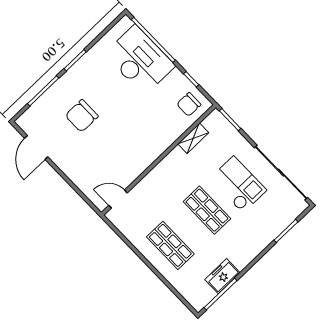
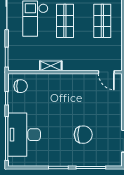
shelving: (193, 138) -> (51, 66), moved

